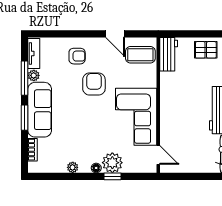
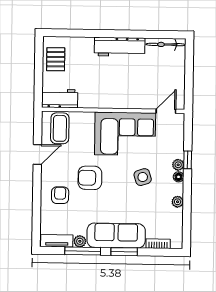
side table: (95, 134) -> (143, 177), added
plant: (112, 163) -> (178, 165), width x0.53, depth x0.53

